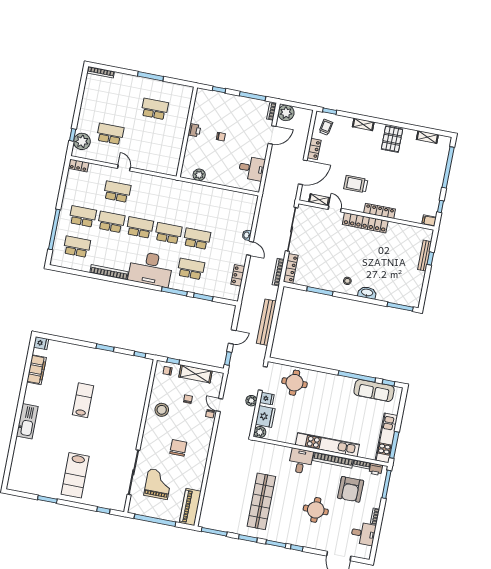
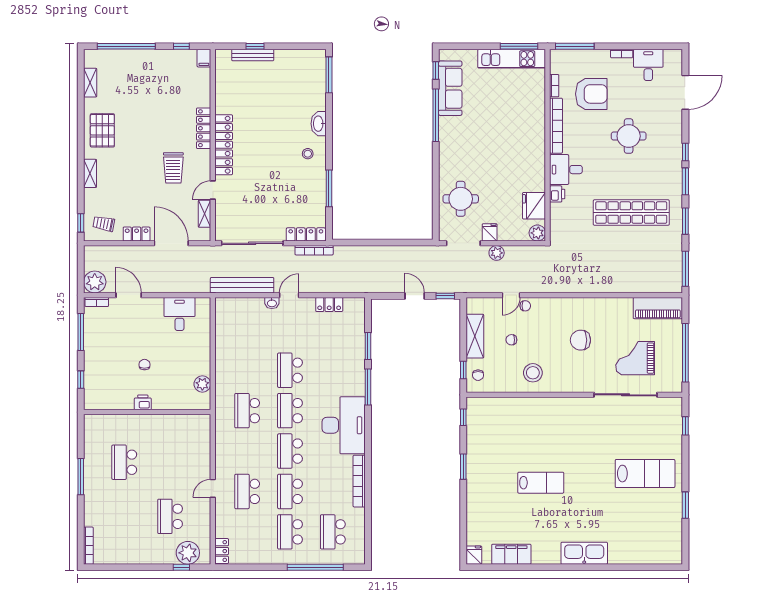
pallet: (392, 139) -> (102, 130), turned 90
school desk: (191, 269) -> (247, 411), moved
bench: (266, 322) -> (242, 285), moved
lab bench: (83, 400) -> (541, 483), turned 180
fridge: (265, 417) -> (534, 206), moved, turned -90
kitchen unit: (327, 445) -> (536, 137), removed
printer: (376, 469) -> (557, 194), moved

